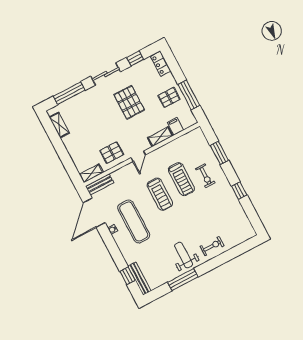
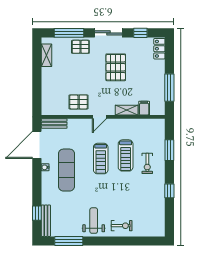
pallet: (169, 97) -> (80, 47), moved
shelving: (91, 173) -> (52, 110), removed
window: (183, 280) -> (69, 241), moved

